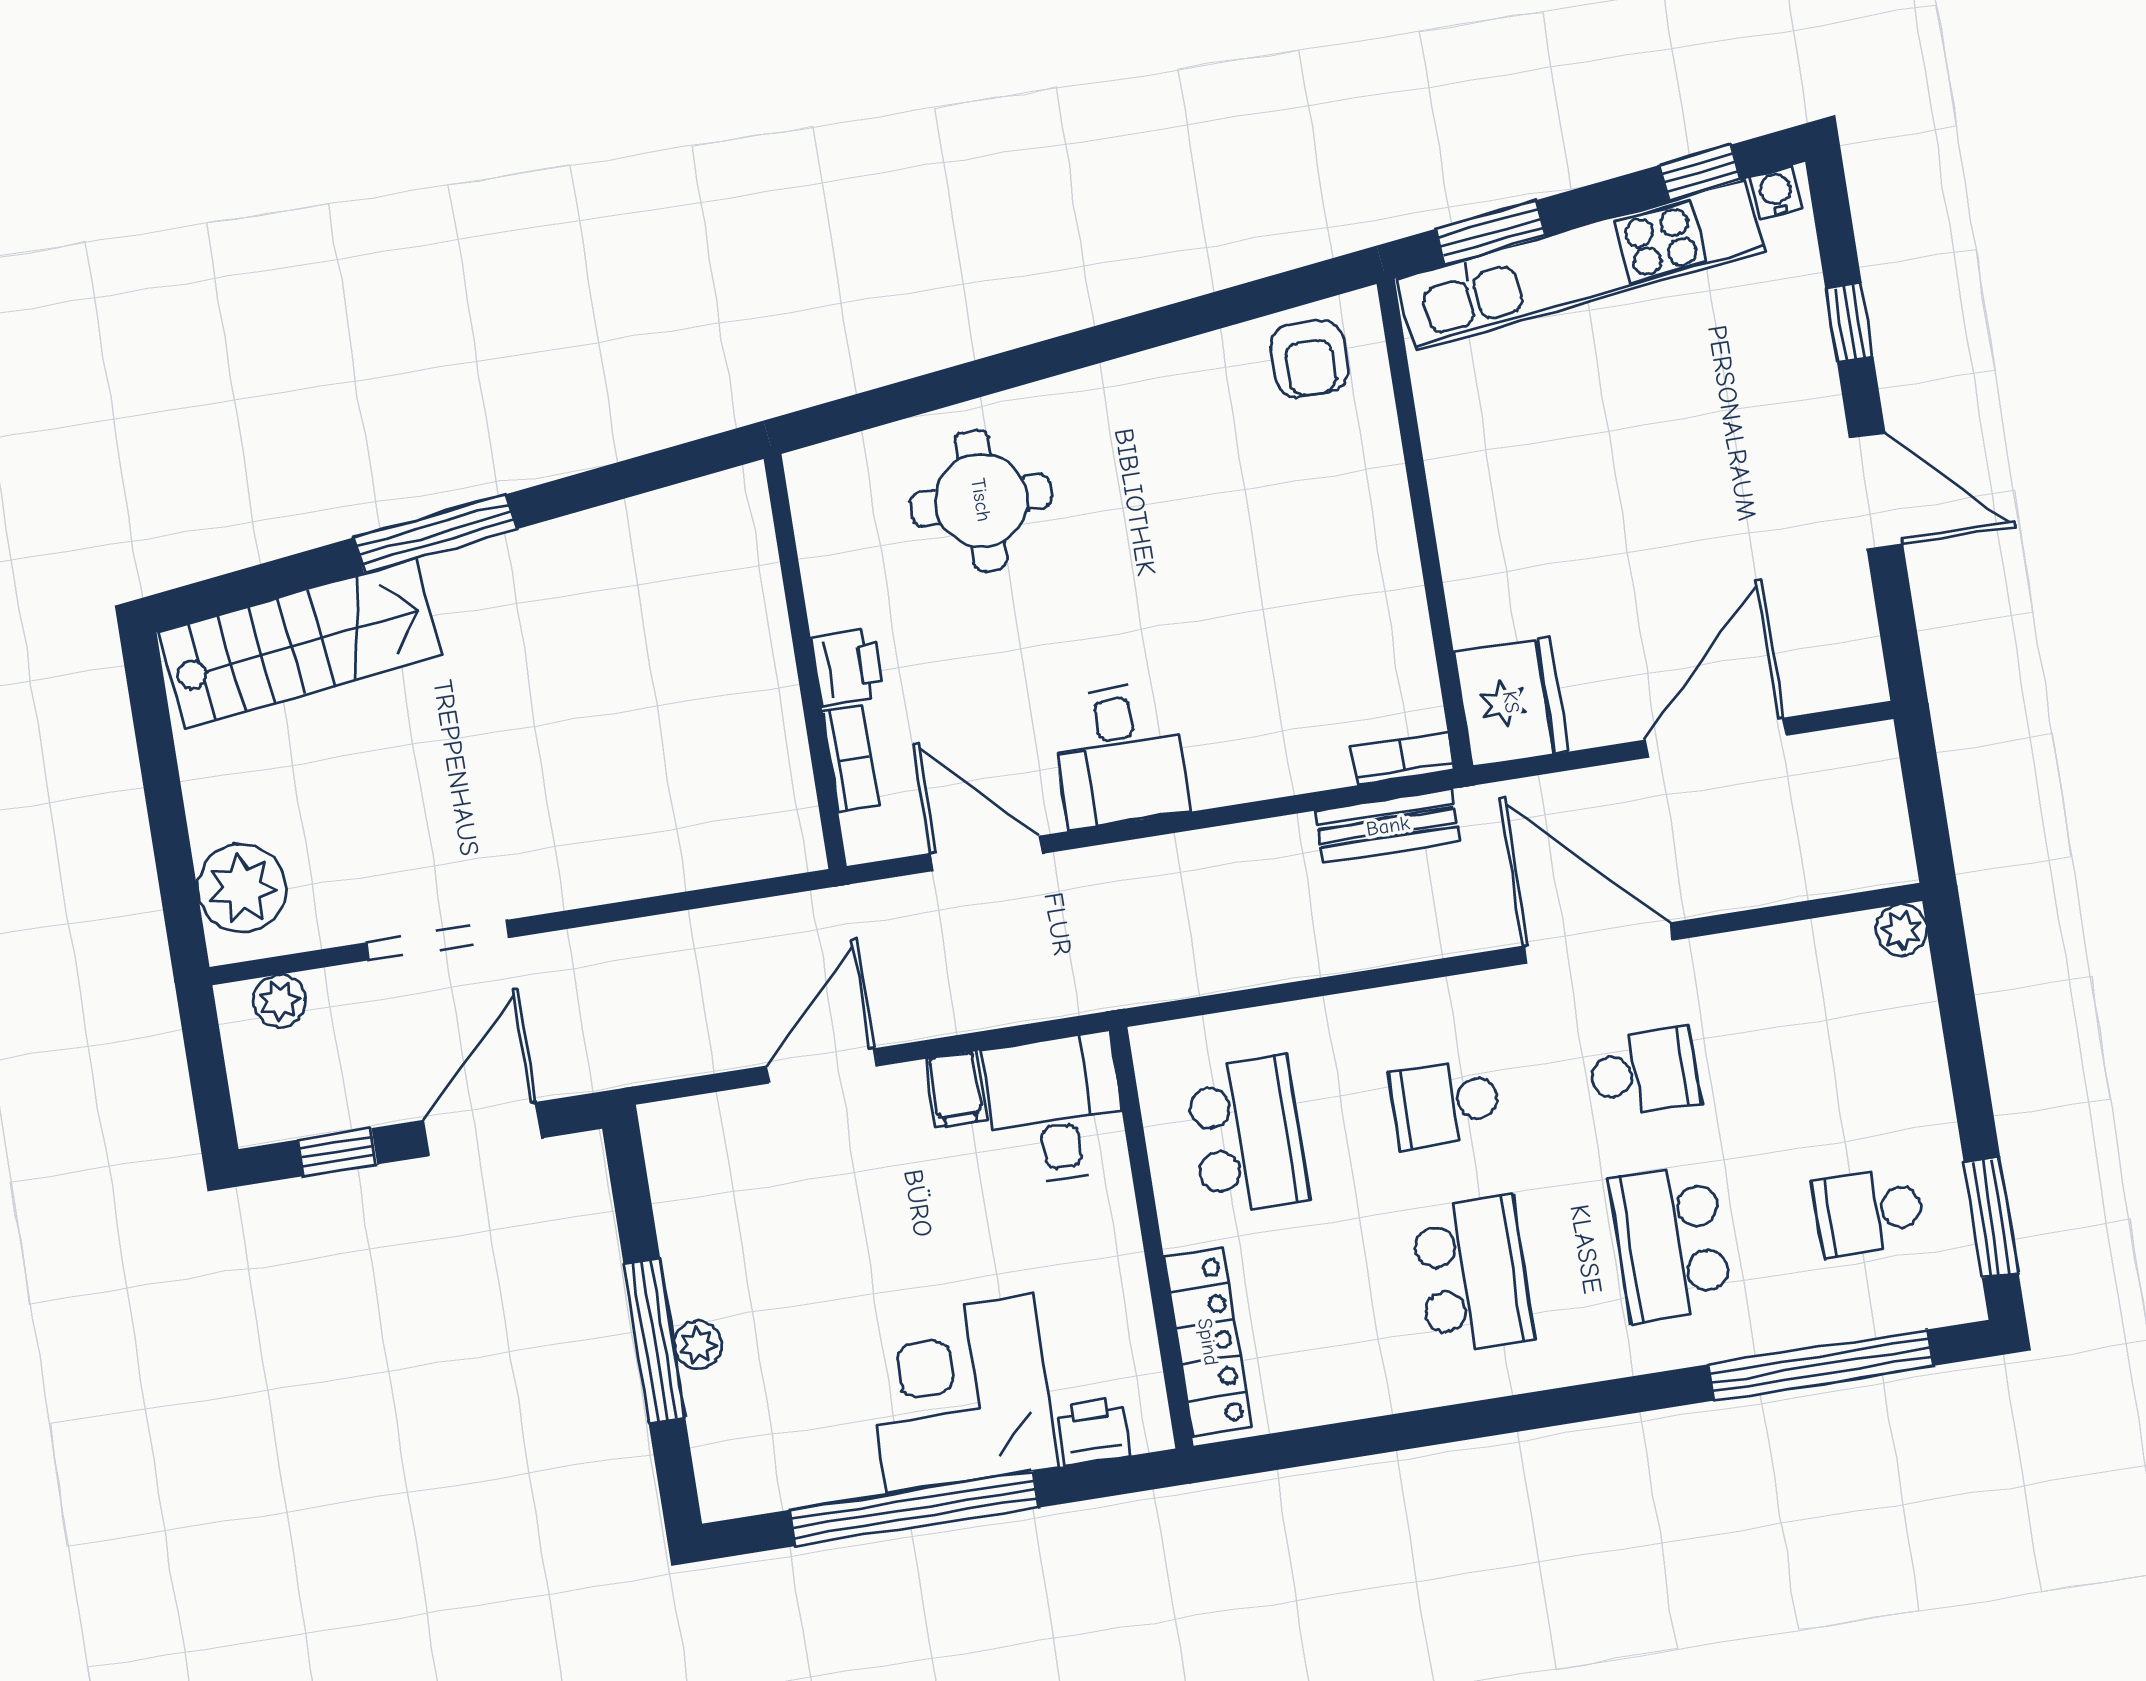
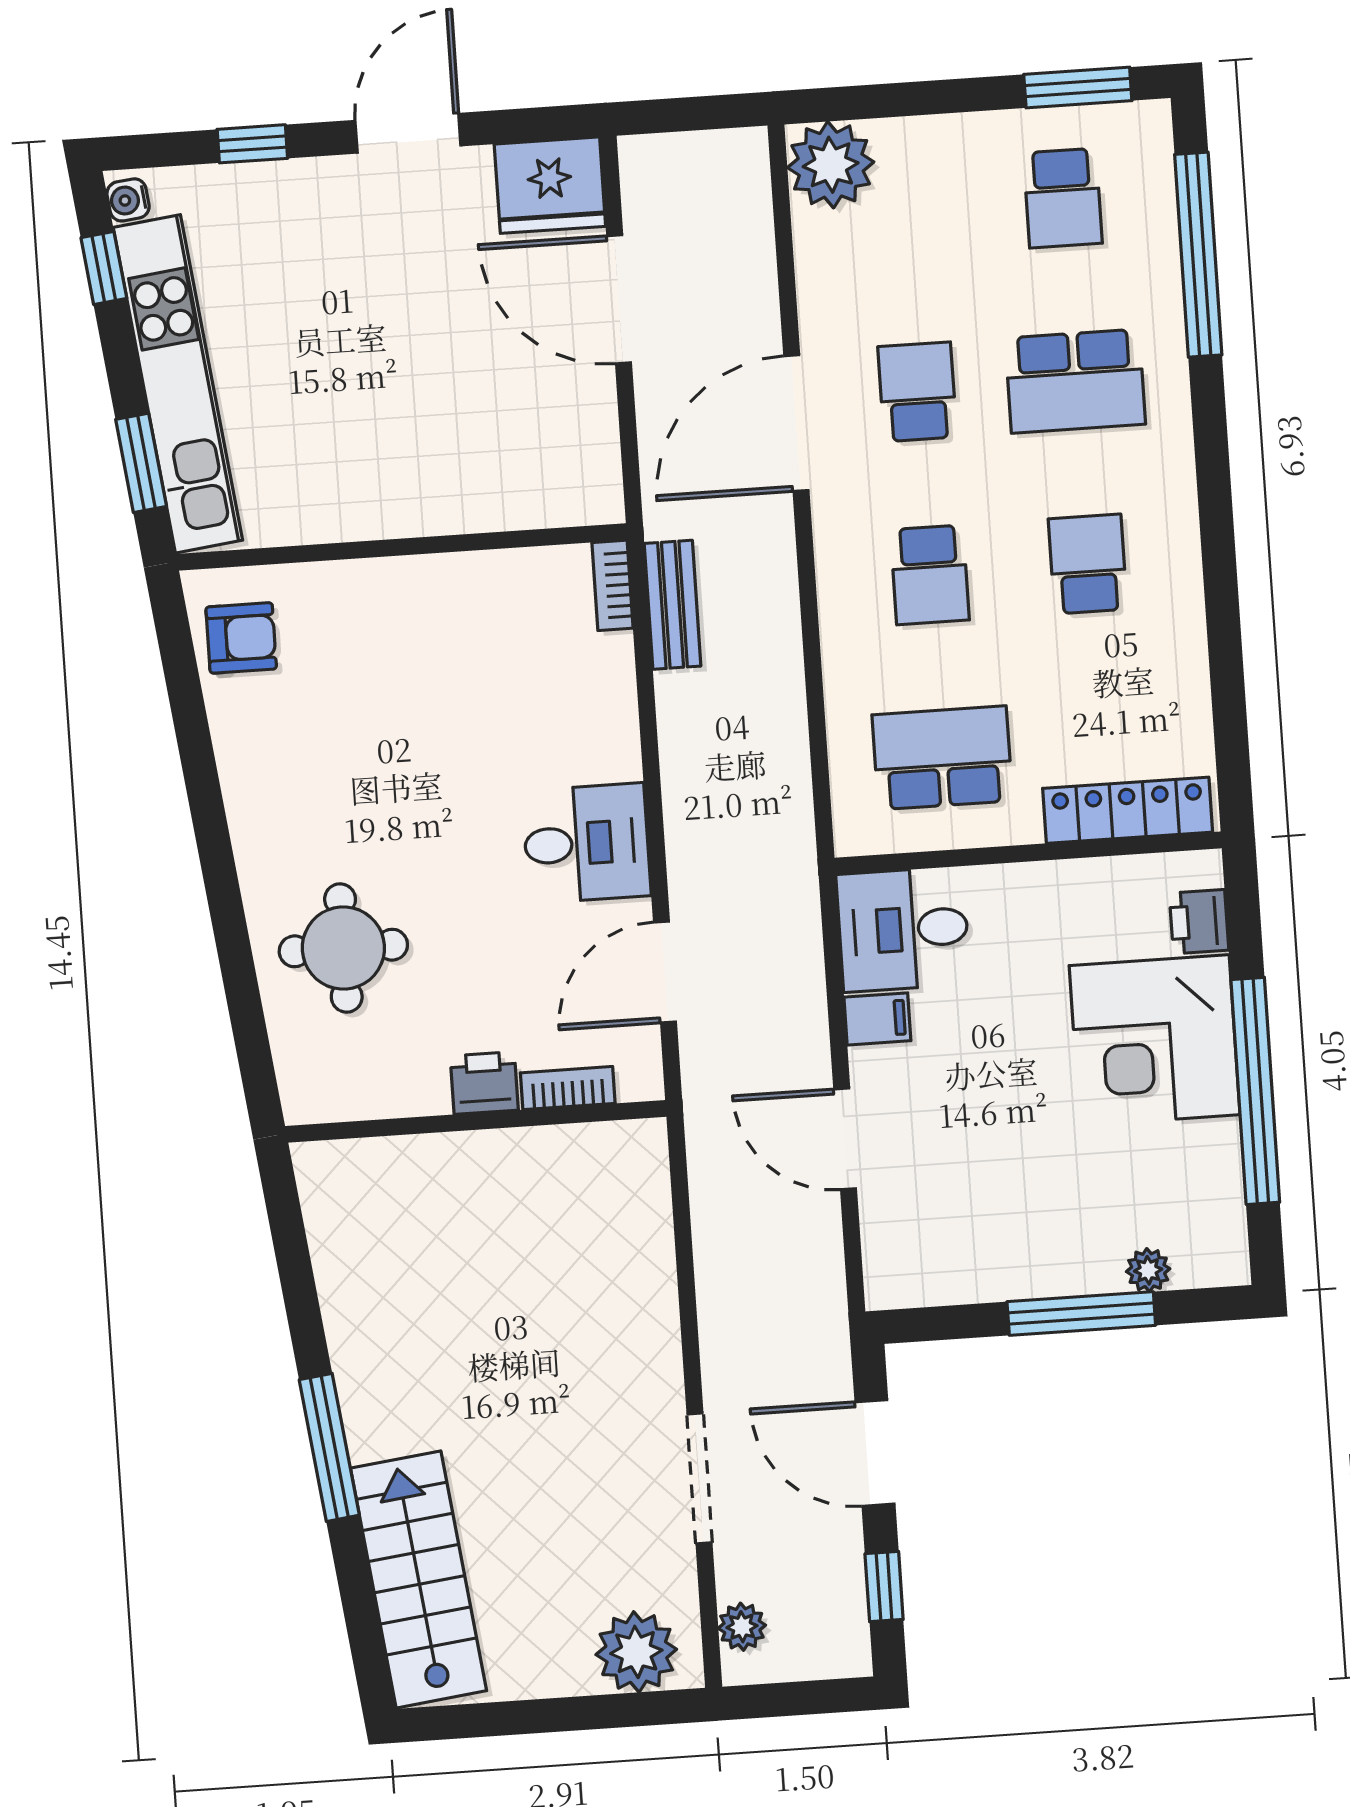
fridge: (1511, 702) -> (550, 185), moved, turned 180
plant: (1901, 930) -> (831, 165), width x1.88, depth x1.88
school desk: (1472, 1275) -> (1088, 564), width x0.54
plant: (698, 1345) -> (1148, 1270), moved

